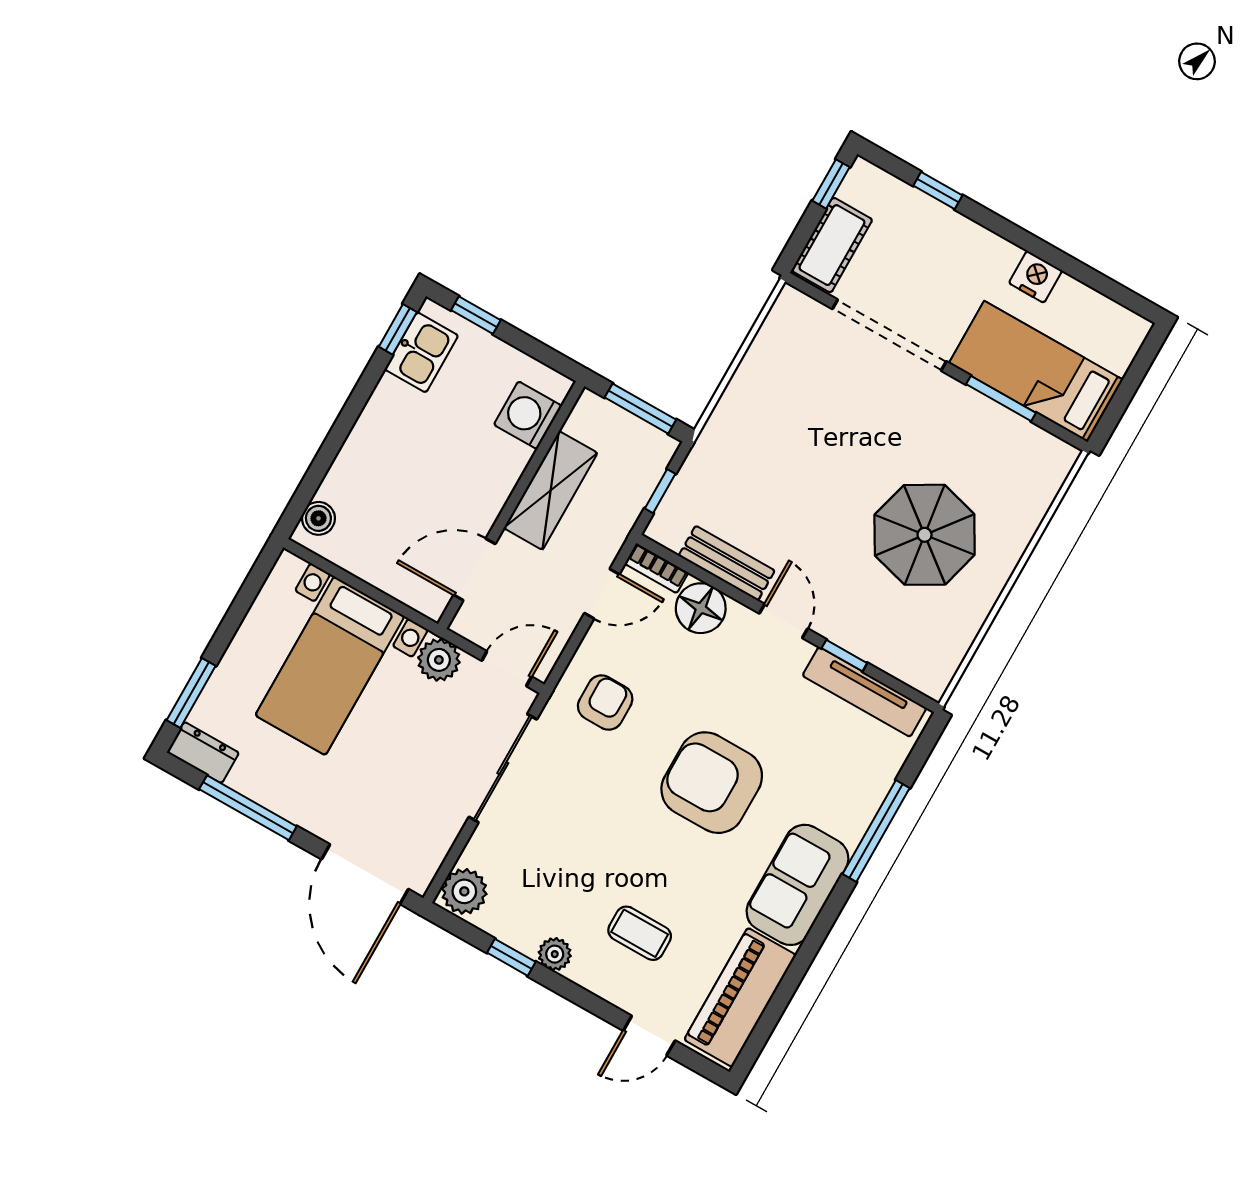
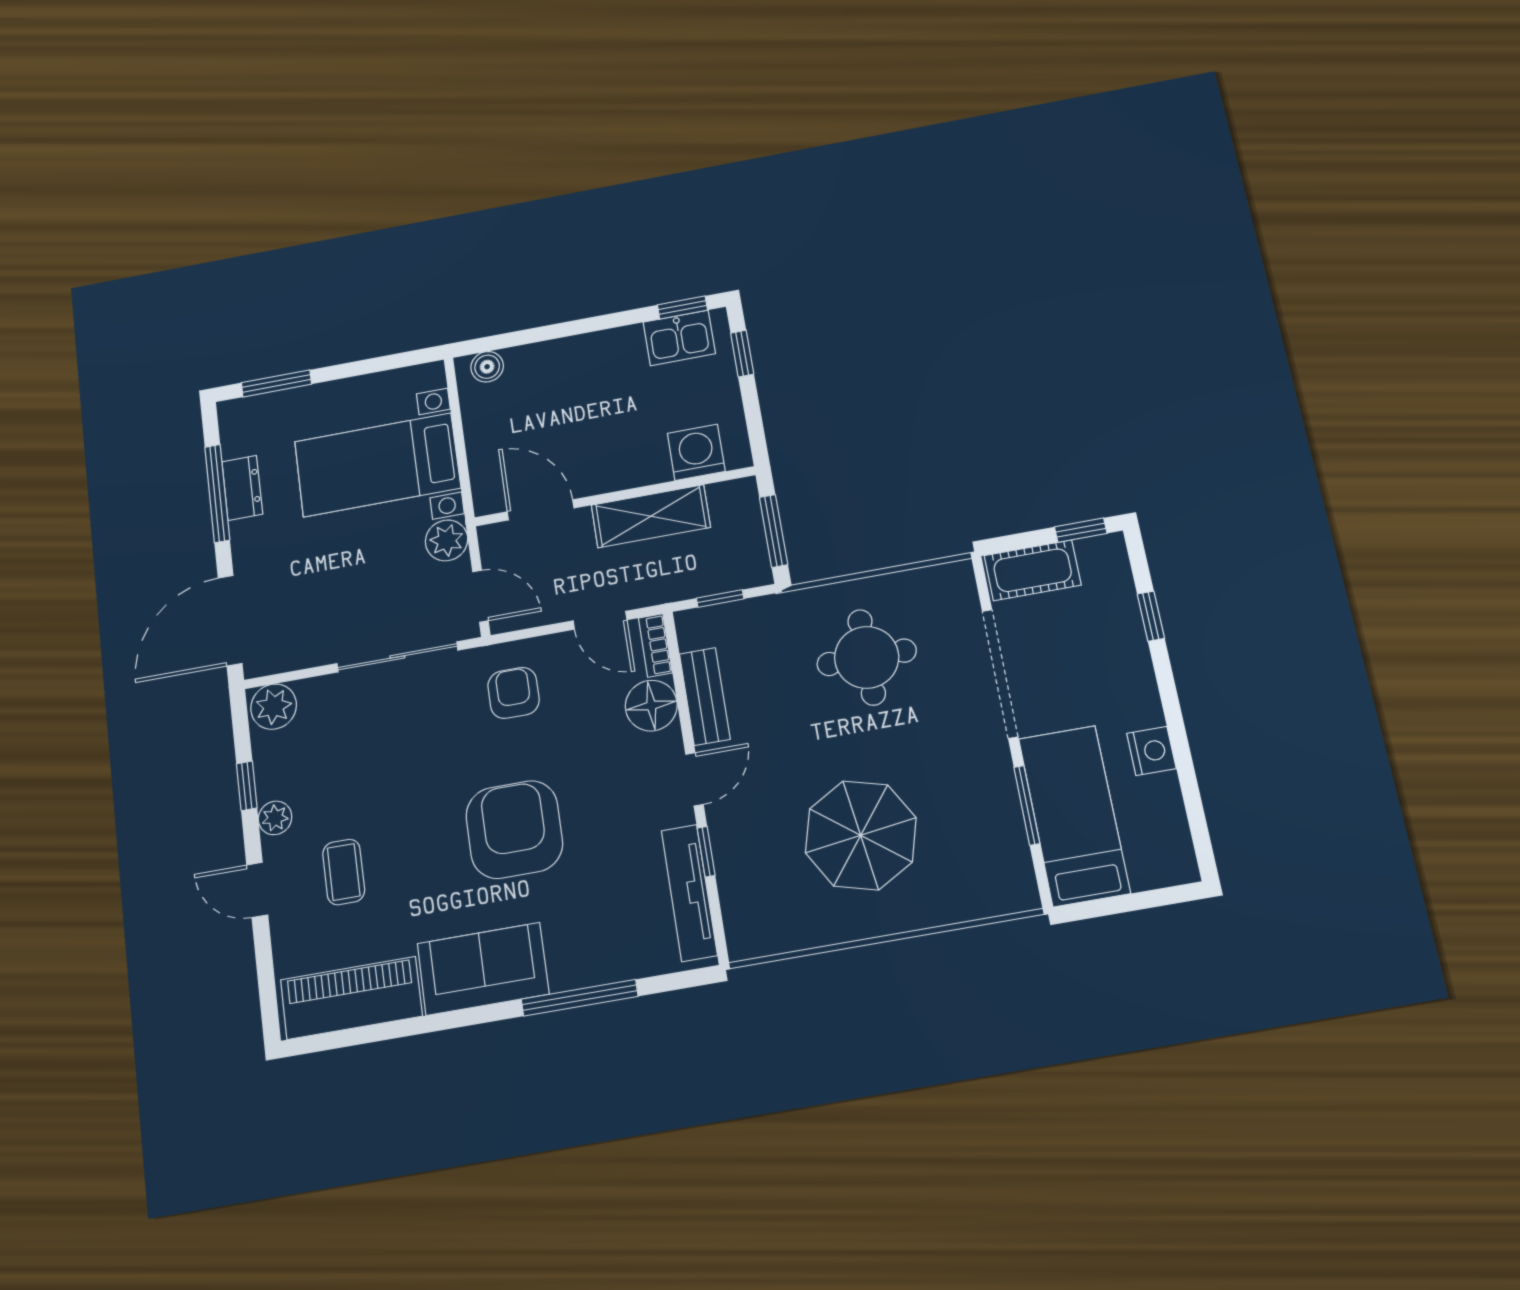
round table: (796, 421) -> (867, 657), added
armchair: (605, 703) -> (514, 693), turned -90
dresser: (203, 753) -> (242, 488), moved
door: (649, 1036) -> (257, 890), moved

